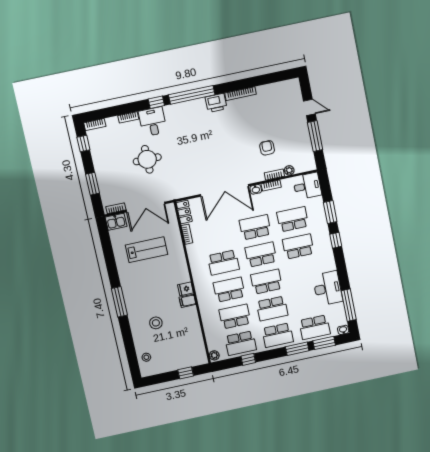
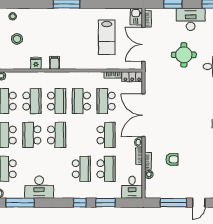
desk: (105, 160) -> (191, 19), added
school desk: (261, 254) -> (106, 101), moved, turned 180
fridge: (185, 289) -> (36, 63), moved
stool: (156, 323) -> (17, 39), moved

